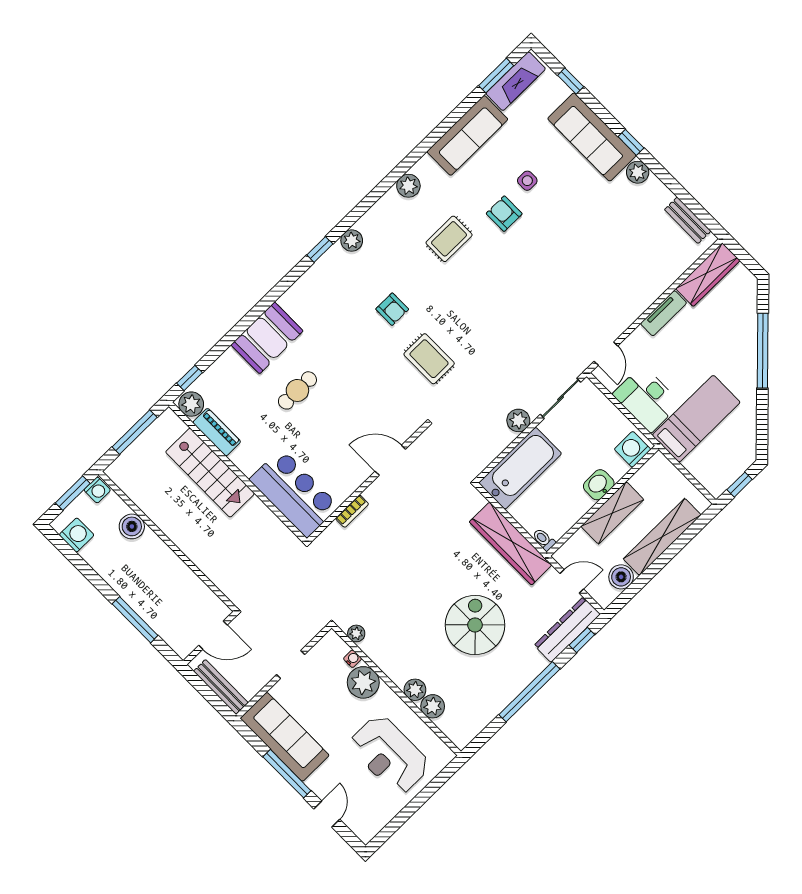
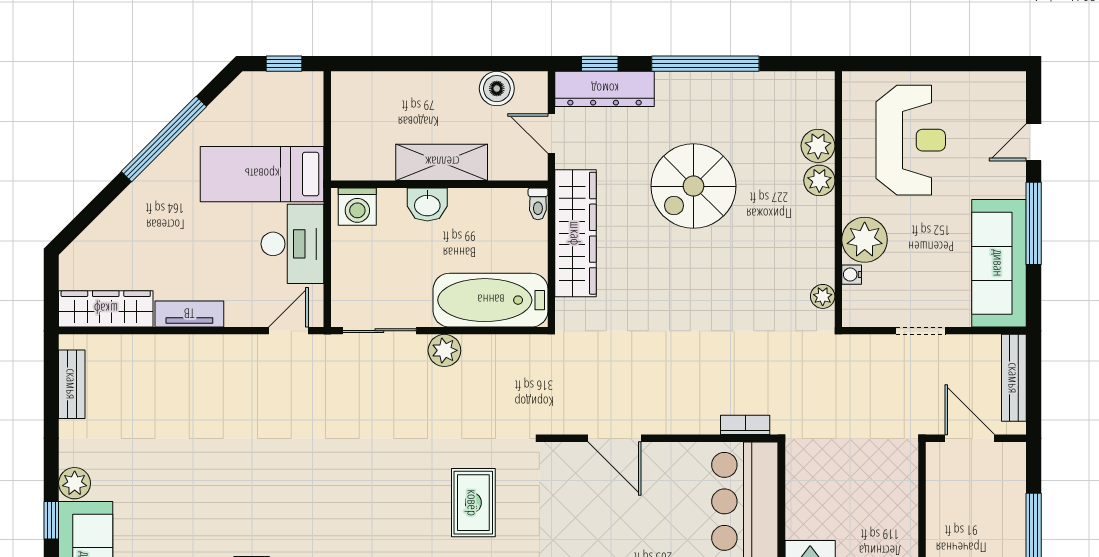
window: (763, 351) -> (164, 139), moved
bookcase: (352, 511) -> (745, 425), moved
shelving: (662, 537) -> (415, 88), removed

